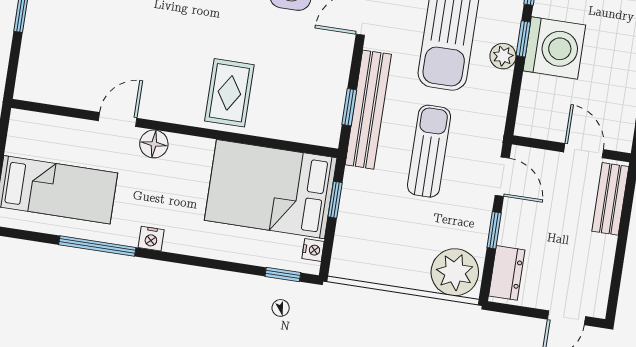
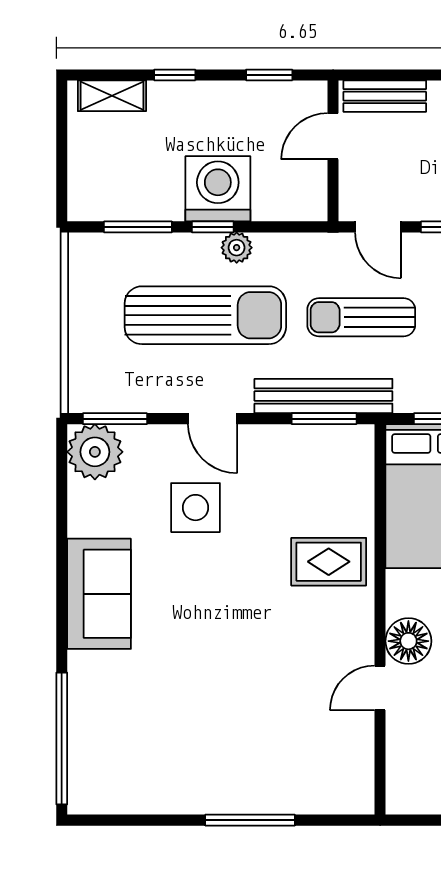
window: (349, 107) -> (324, 419), width x1.50
door: (118, 120) -> (380, 688), hinge flipped
floor lamp: (154, 144) -> (408, 641), width x1.38, depth x1.38
door: (502, 177) -> (378, 227), swing flipped

